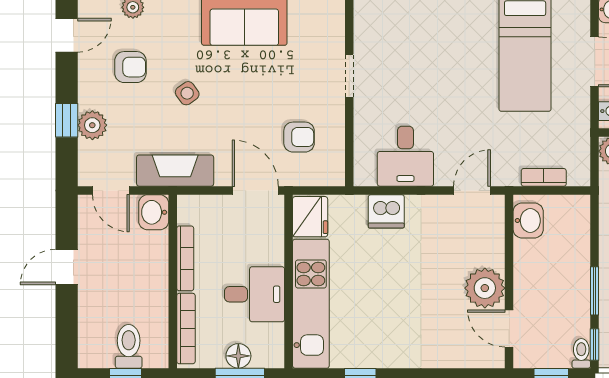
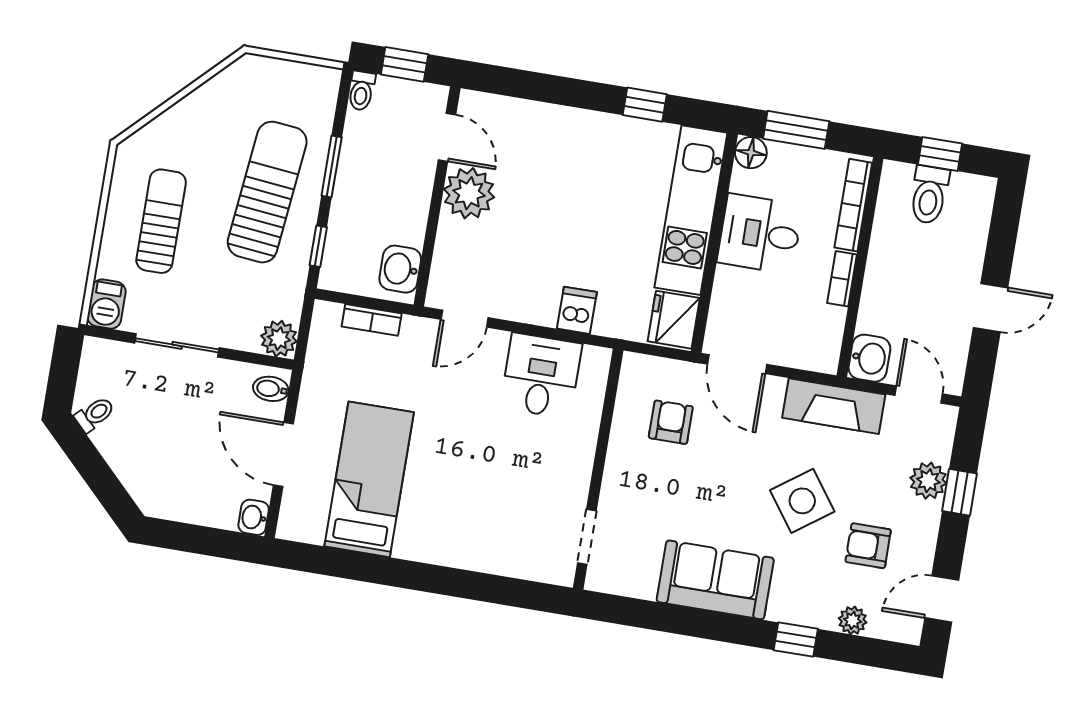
doorway: (349, 76) -> (587, 537), moved
side table: (187, 93) -> (802, 501), width x1.87, depth x1.87
armchair: (299, 137) -> (671, 422), turned 90
dishwasher: (386, 211) -> (577, 310), width x0.73
bookcase: (185, 258) -> (842, 279), width x0.64
window: (595, 344) -> (318, 246), moved
floor lamp: (238, 356) -> (751, 153), moved

